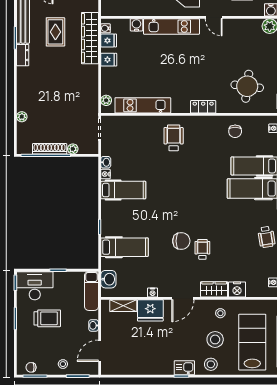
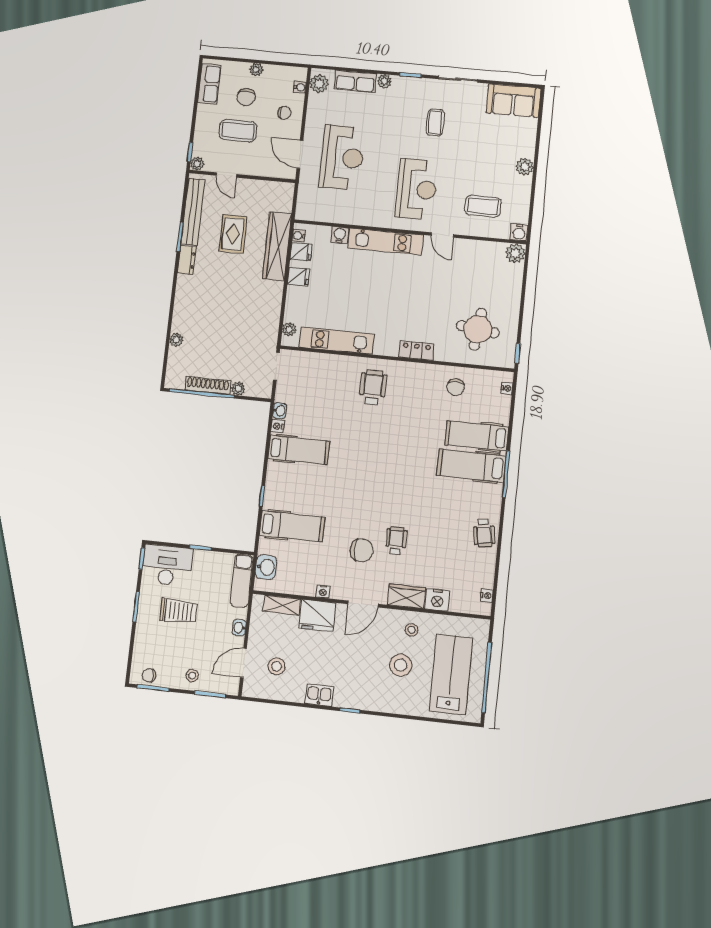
chair: (181, 241) -> (361, 550), moved
stool: (211, 364) -> (277, 666), moved
kitchen sink: (184, 368) -> (319, 695), moved

